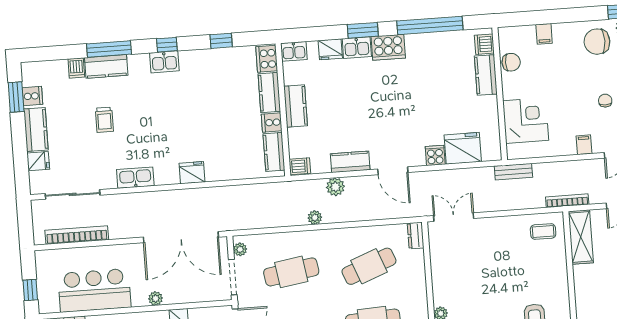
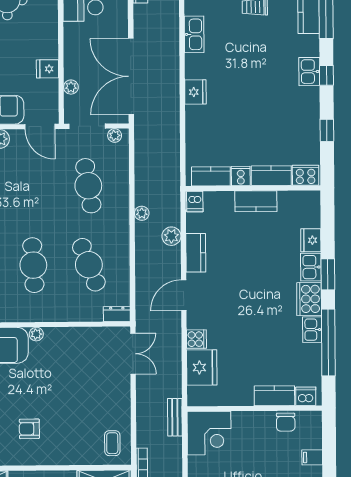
kitchen sink: (294, 51) -> (312, 330), moved
corner desk: (526, 121) -> (209, 433), moved
plant: (156, 298) -> (71, 87), moved

